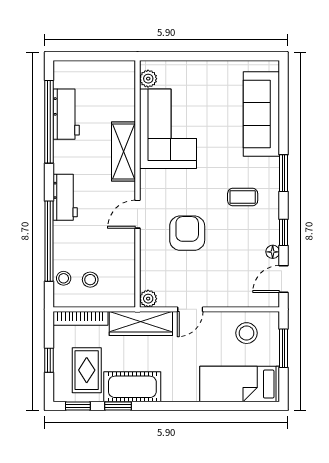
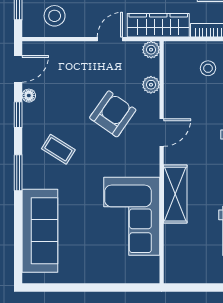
plant: (148, 79) -> (151, 85), moved
coffee table: (243, 197) -> (58, 149), turned 32
armchair: (187, 233) -> (113, 114), turned -145

